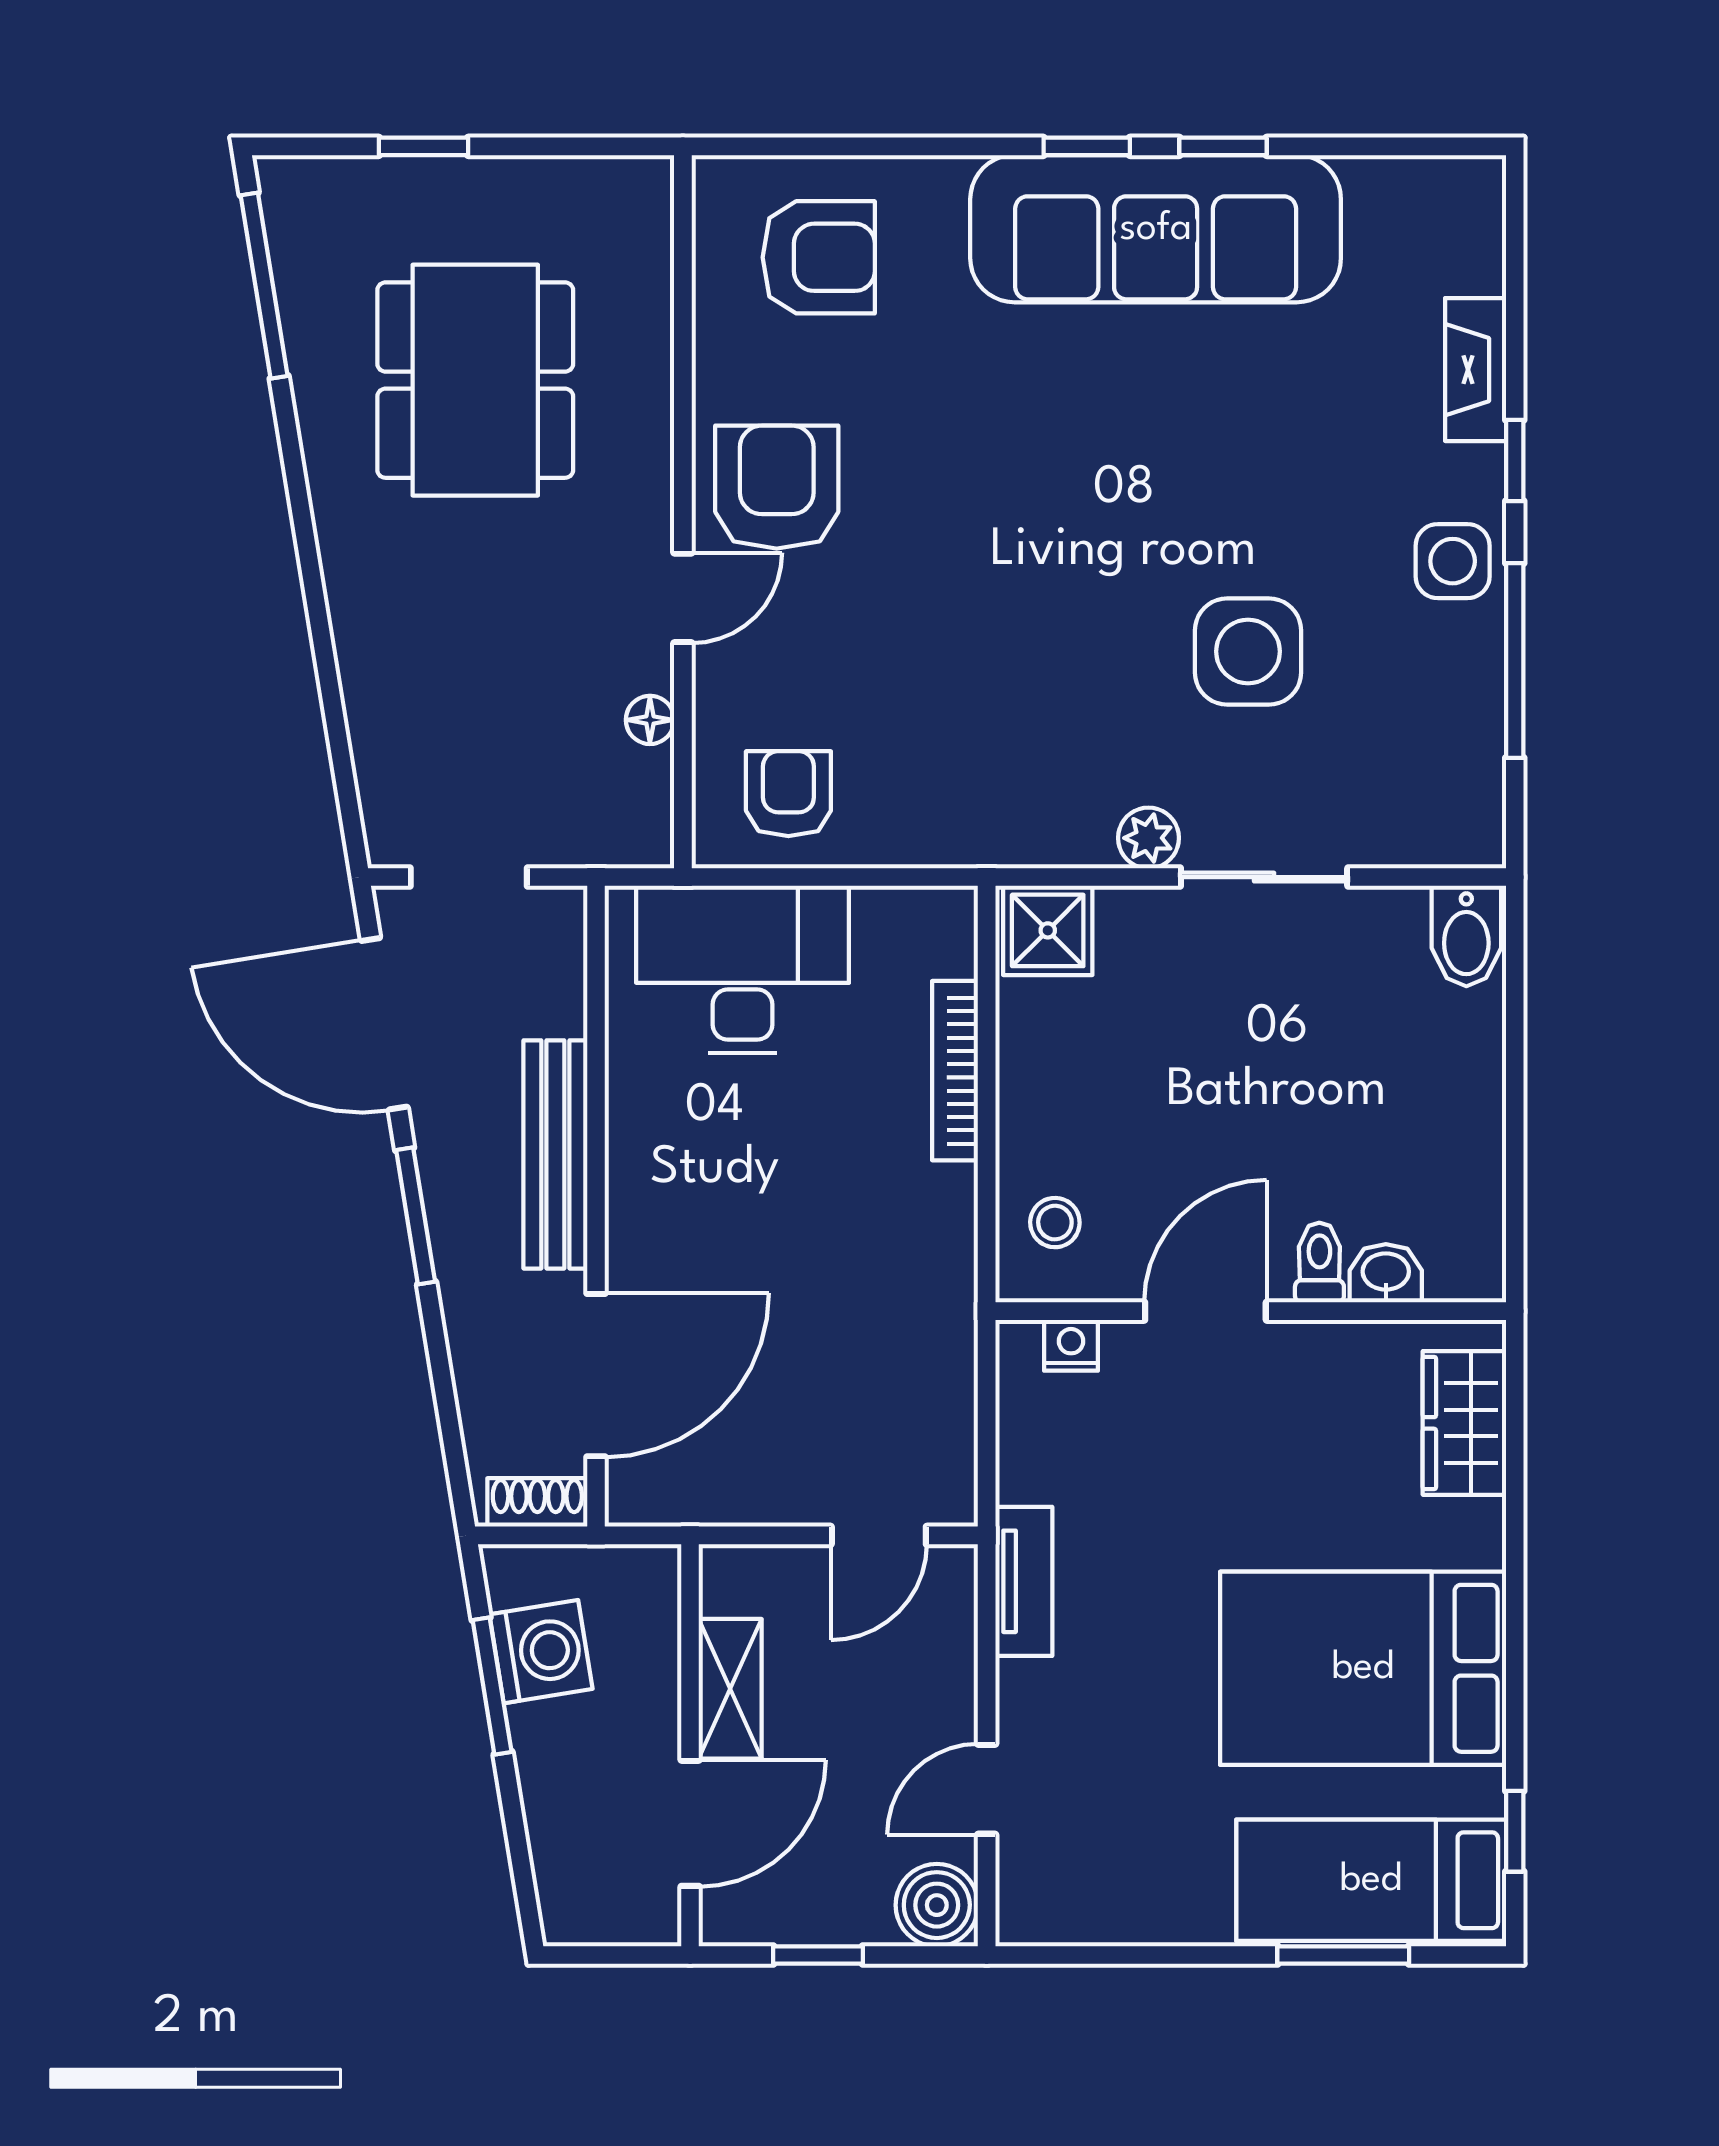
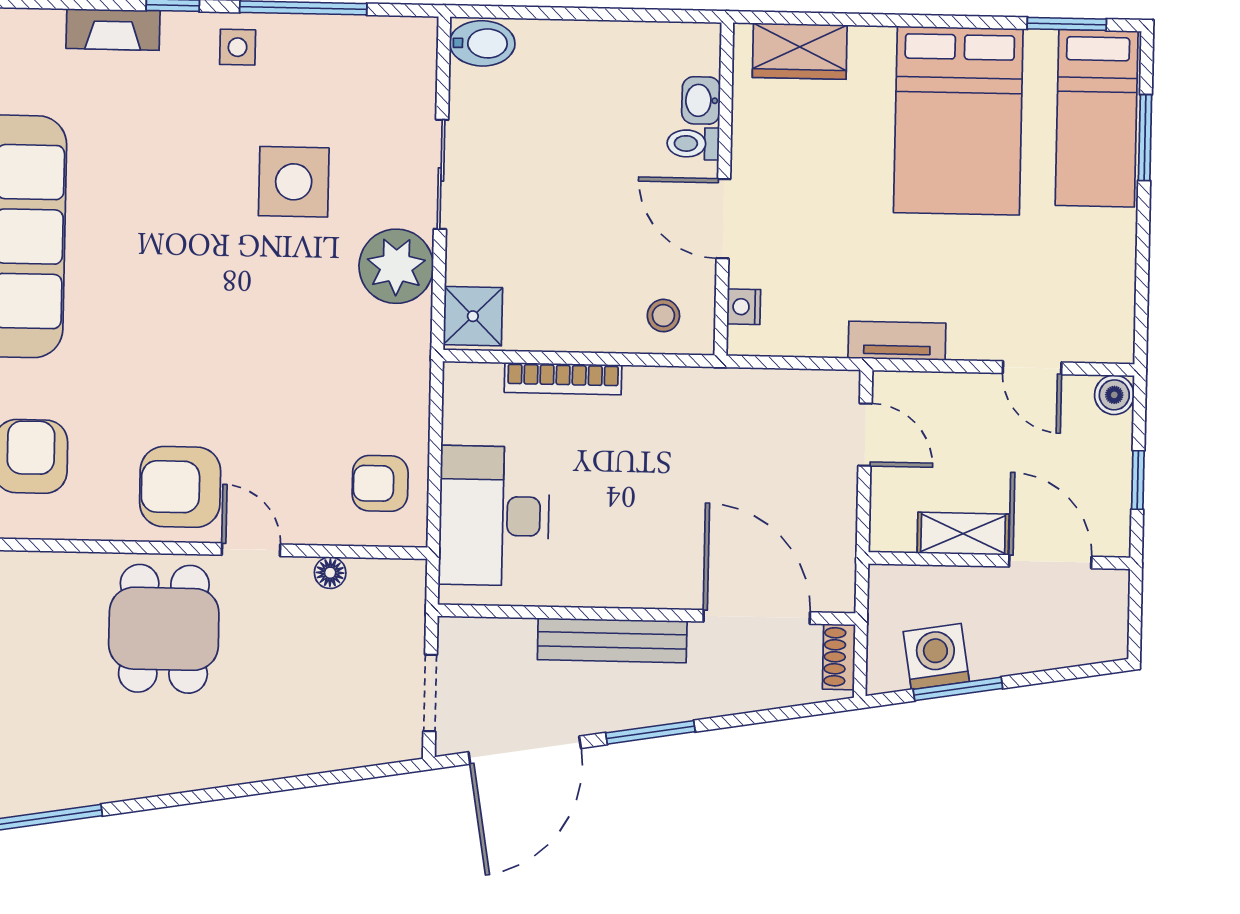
dining table: (475, 380) -> (164, 629), moved, width x0.73
side table: (1453, 561) -> (238, 47), width x0.73, depth x0.73
plant: (1148, 838) -> (396, 266), width x1.88, depth x1.88
window: (1515, 1831) -> (1067, 24), width x1.50
boiler: (937, 1905) -> (1114, 395), width x0.73, depth x0.73

